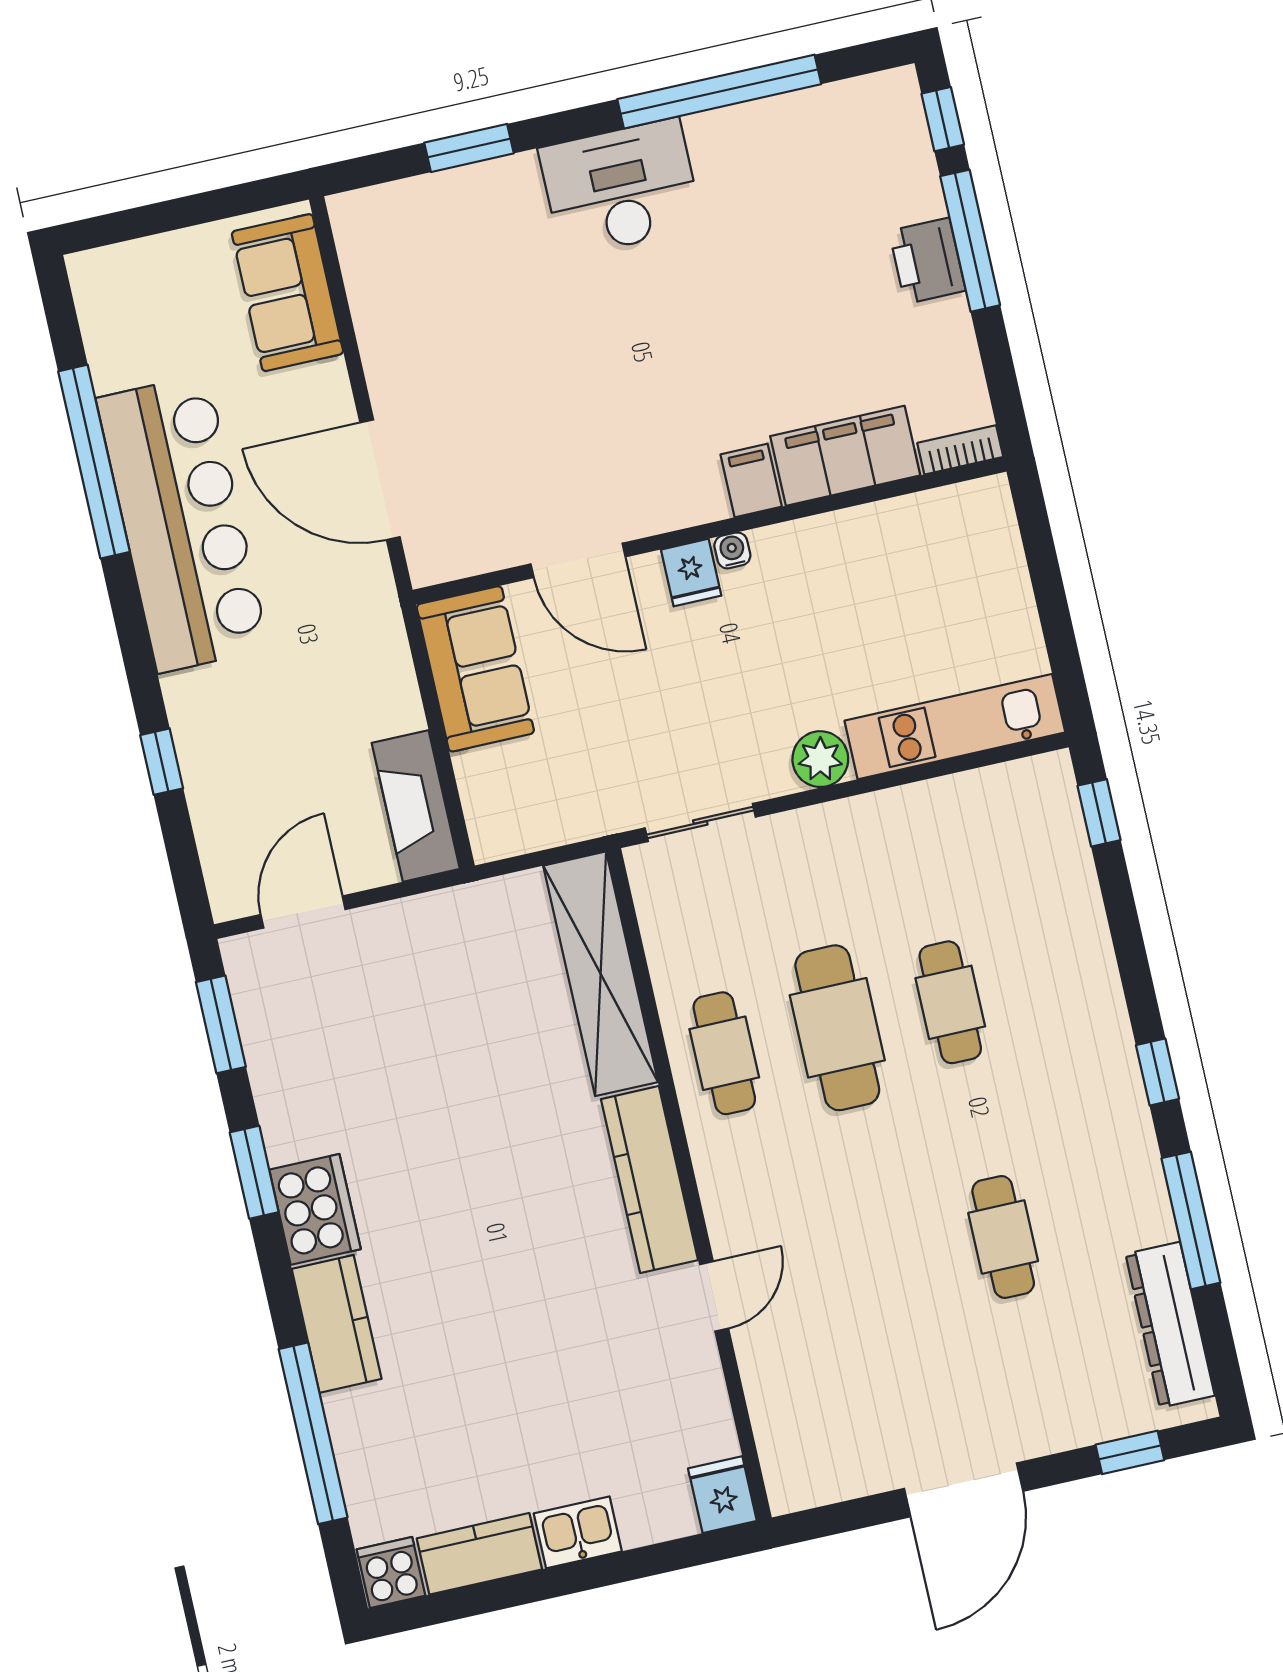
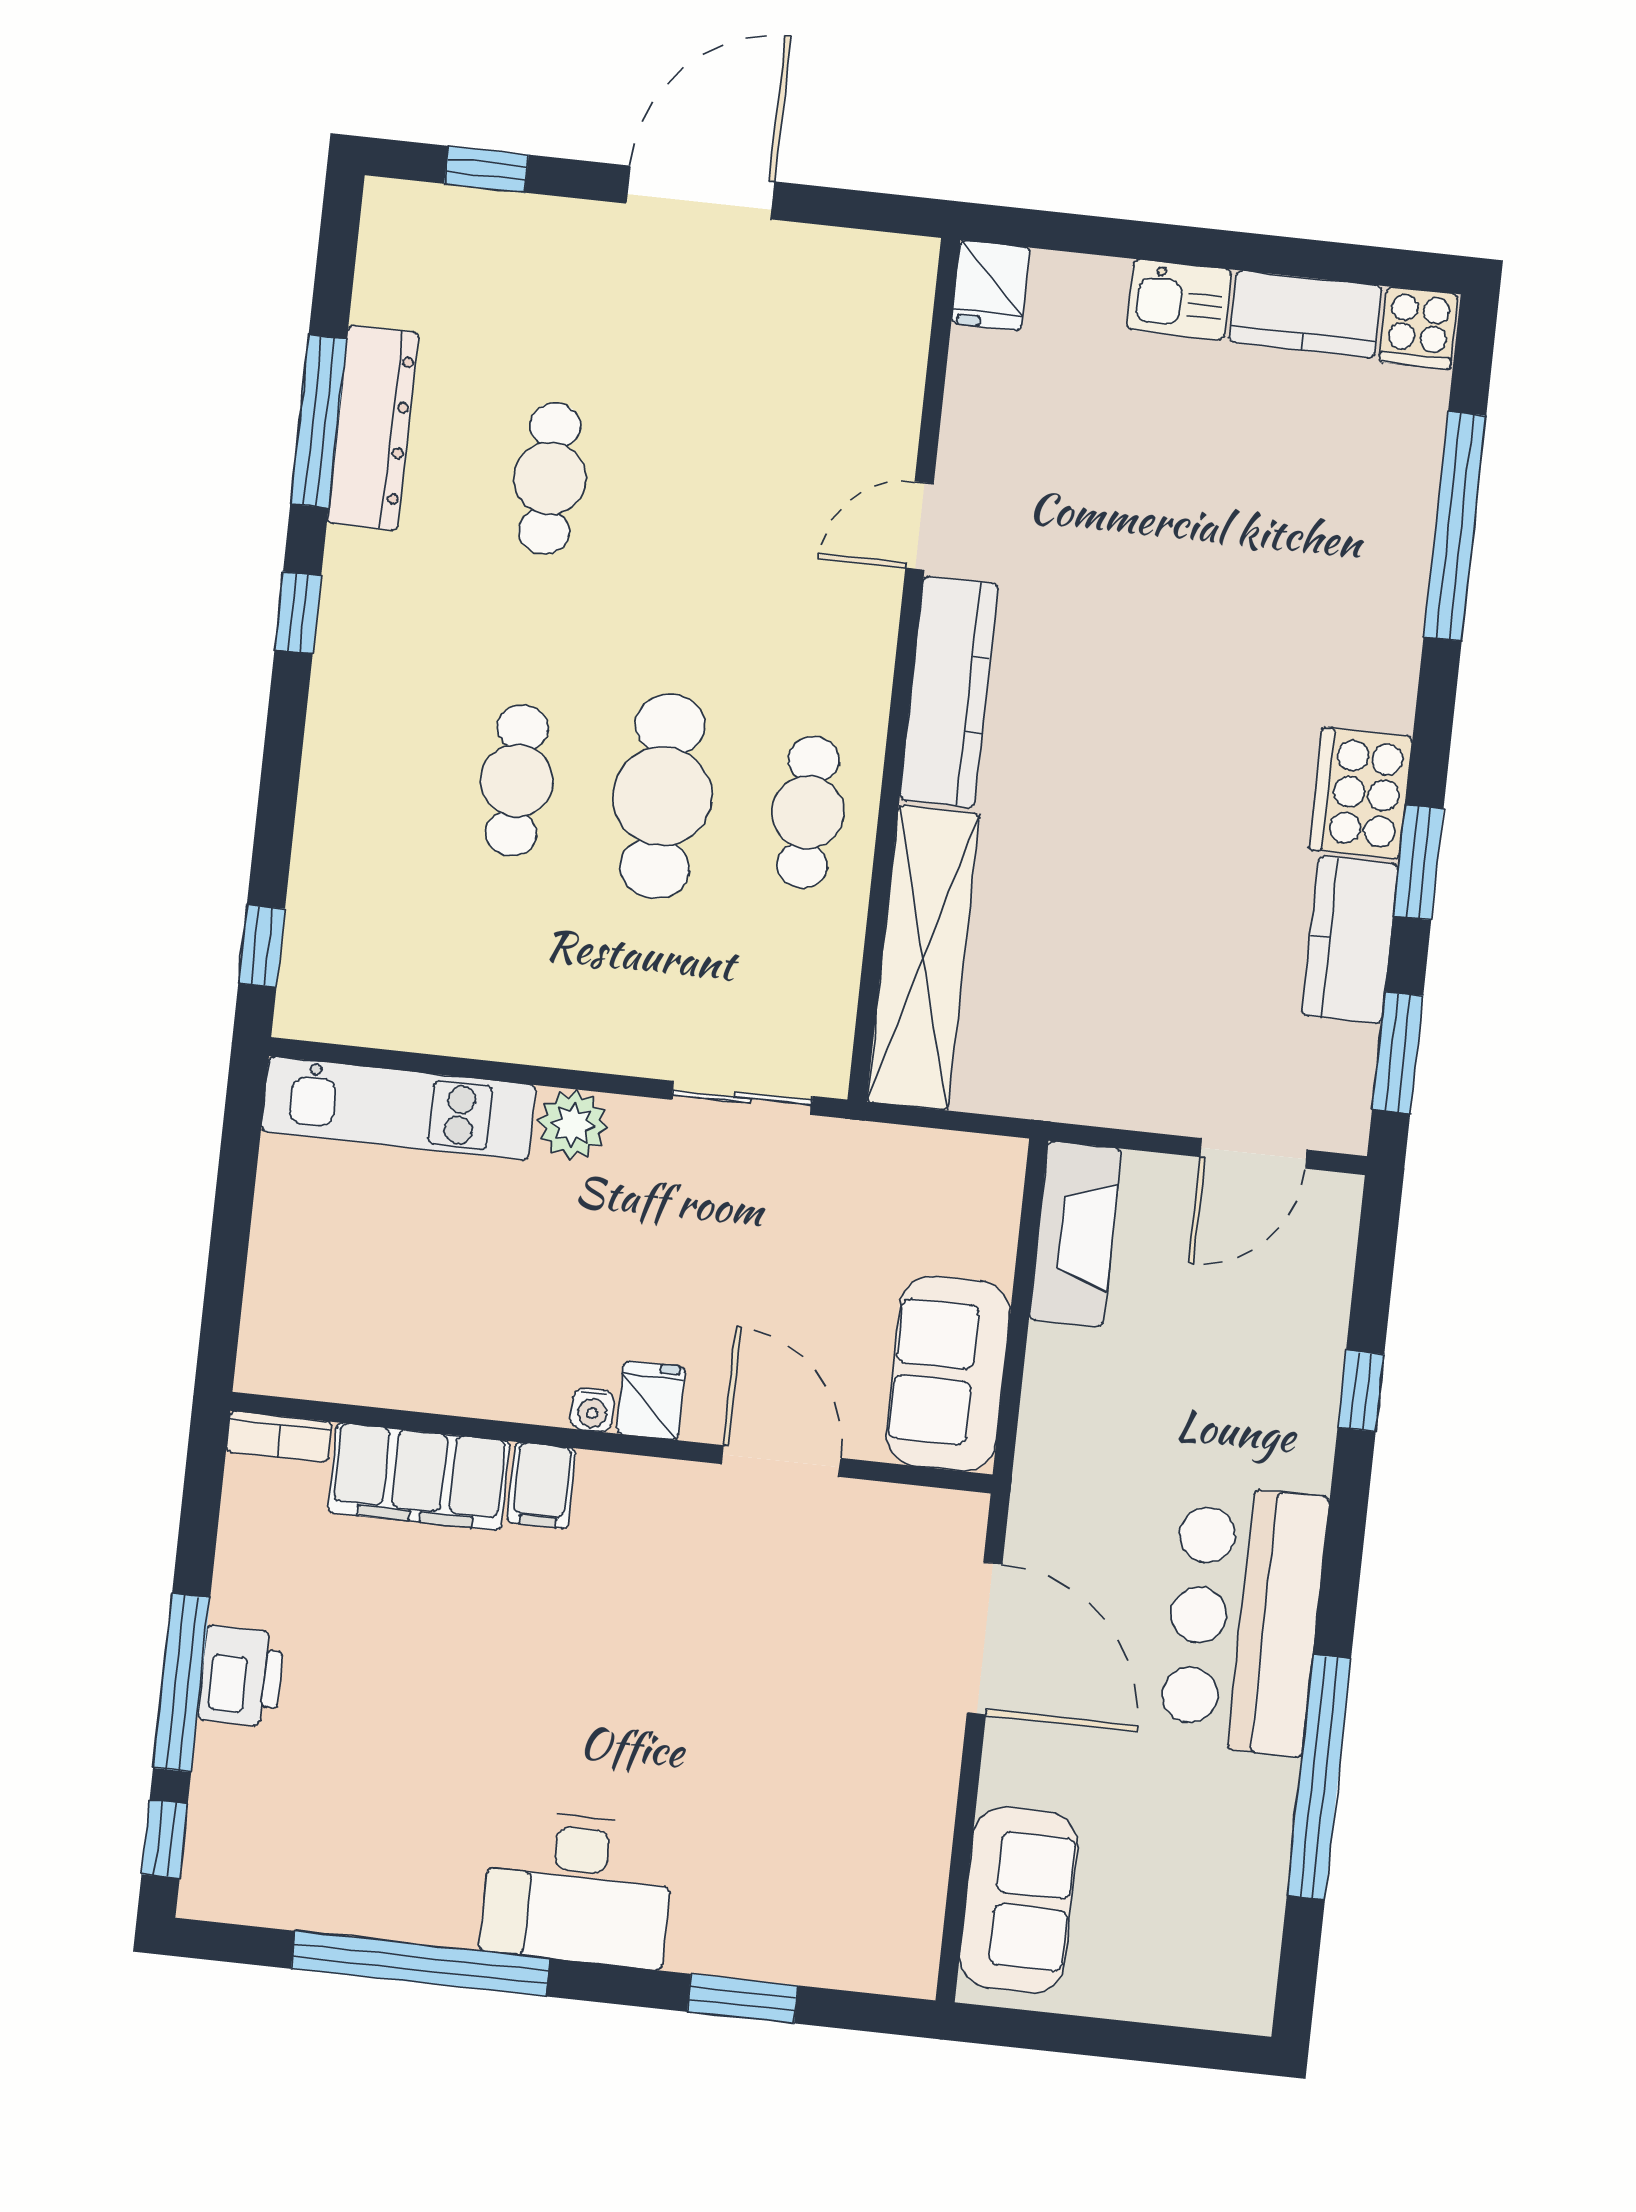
bar counter: (183, 523) -> (1244, 1620), width x0.73
kitchen counter: (337, 1324) -> (1350, 940), moved
dresser: (1170, 1325) -> (373, 428), moved

